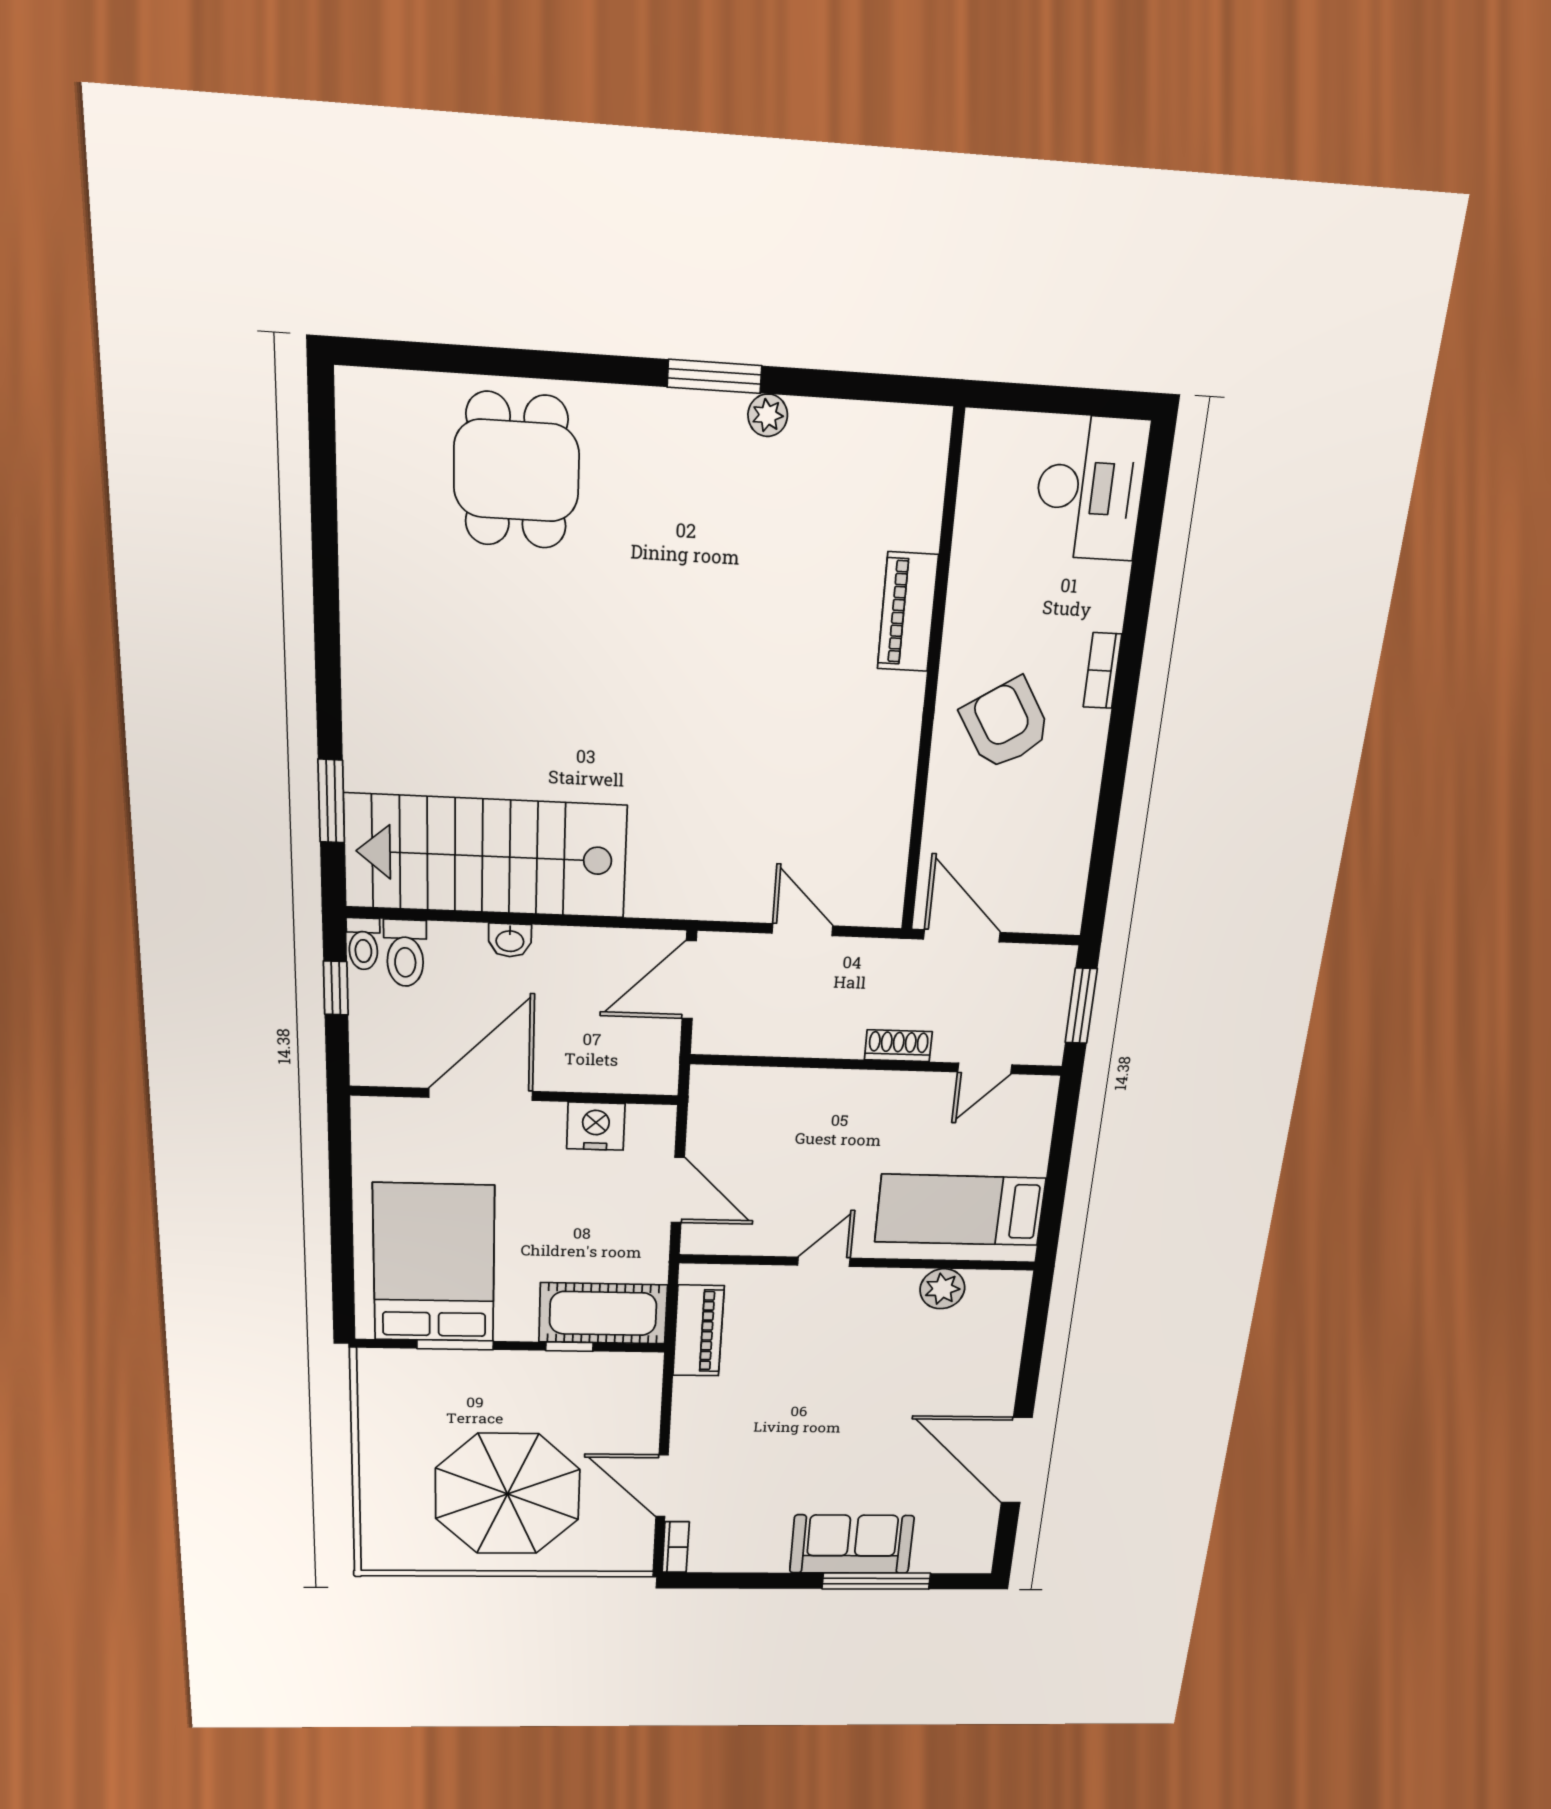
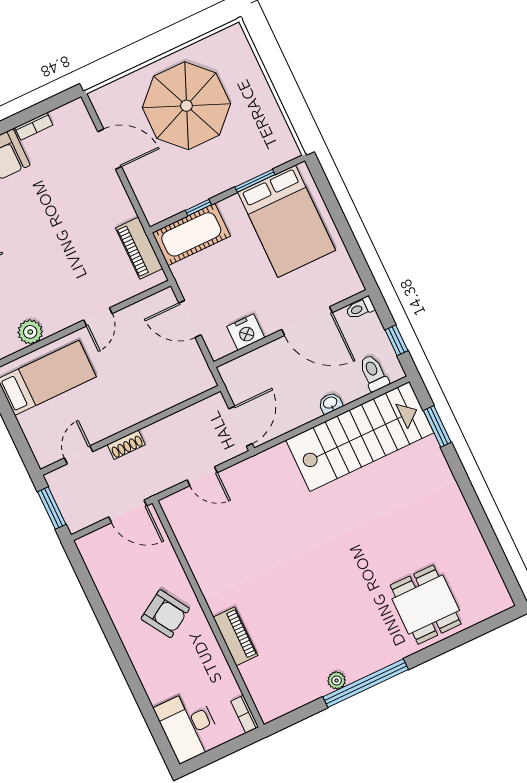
window: (714, 376) -> (366, 683), width x2.11
bookcase: (1102, 671) -> (245, 714), moved, turned 180
toilet: (363, 944) -> (360, 308), moved, turned -90
door: (481, 1094) -> (307, 321), hinge flipped
bookcase: (676, 1547) -> (34, 126), moved, turned -90

